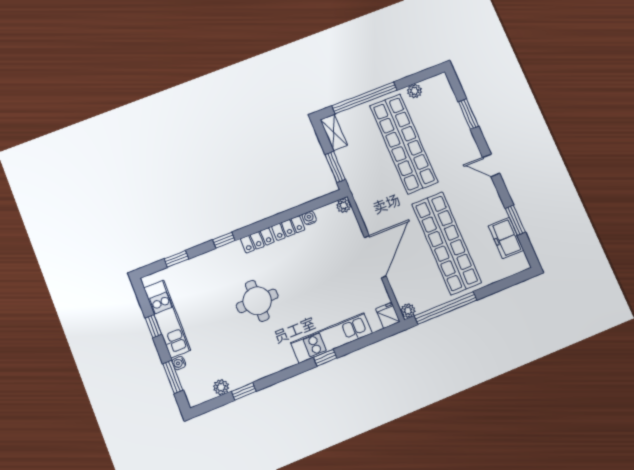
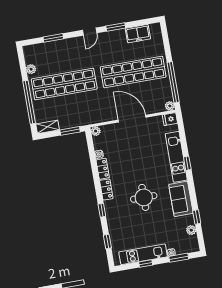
window: (515, 220) -> (116, 27), moved
sofa: (267, 360) -> (181, 199), added

